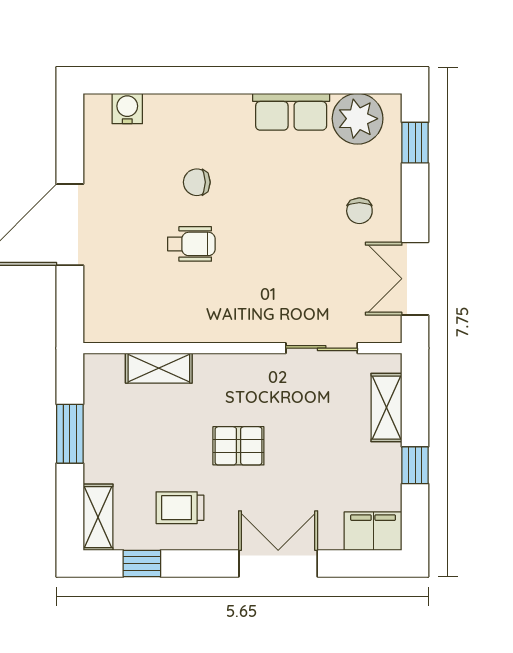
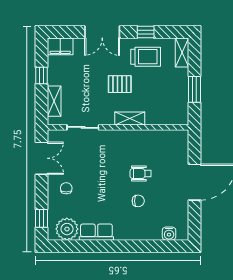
shelving: (159, 368) -> (130, 119), moved
trolley: (180, 508) -> (146, 57), width x1.36, depth x1.39
window: (142, 563) -> (146, 32), moved

